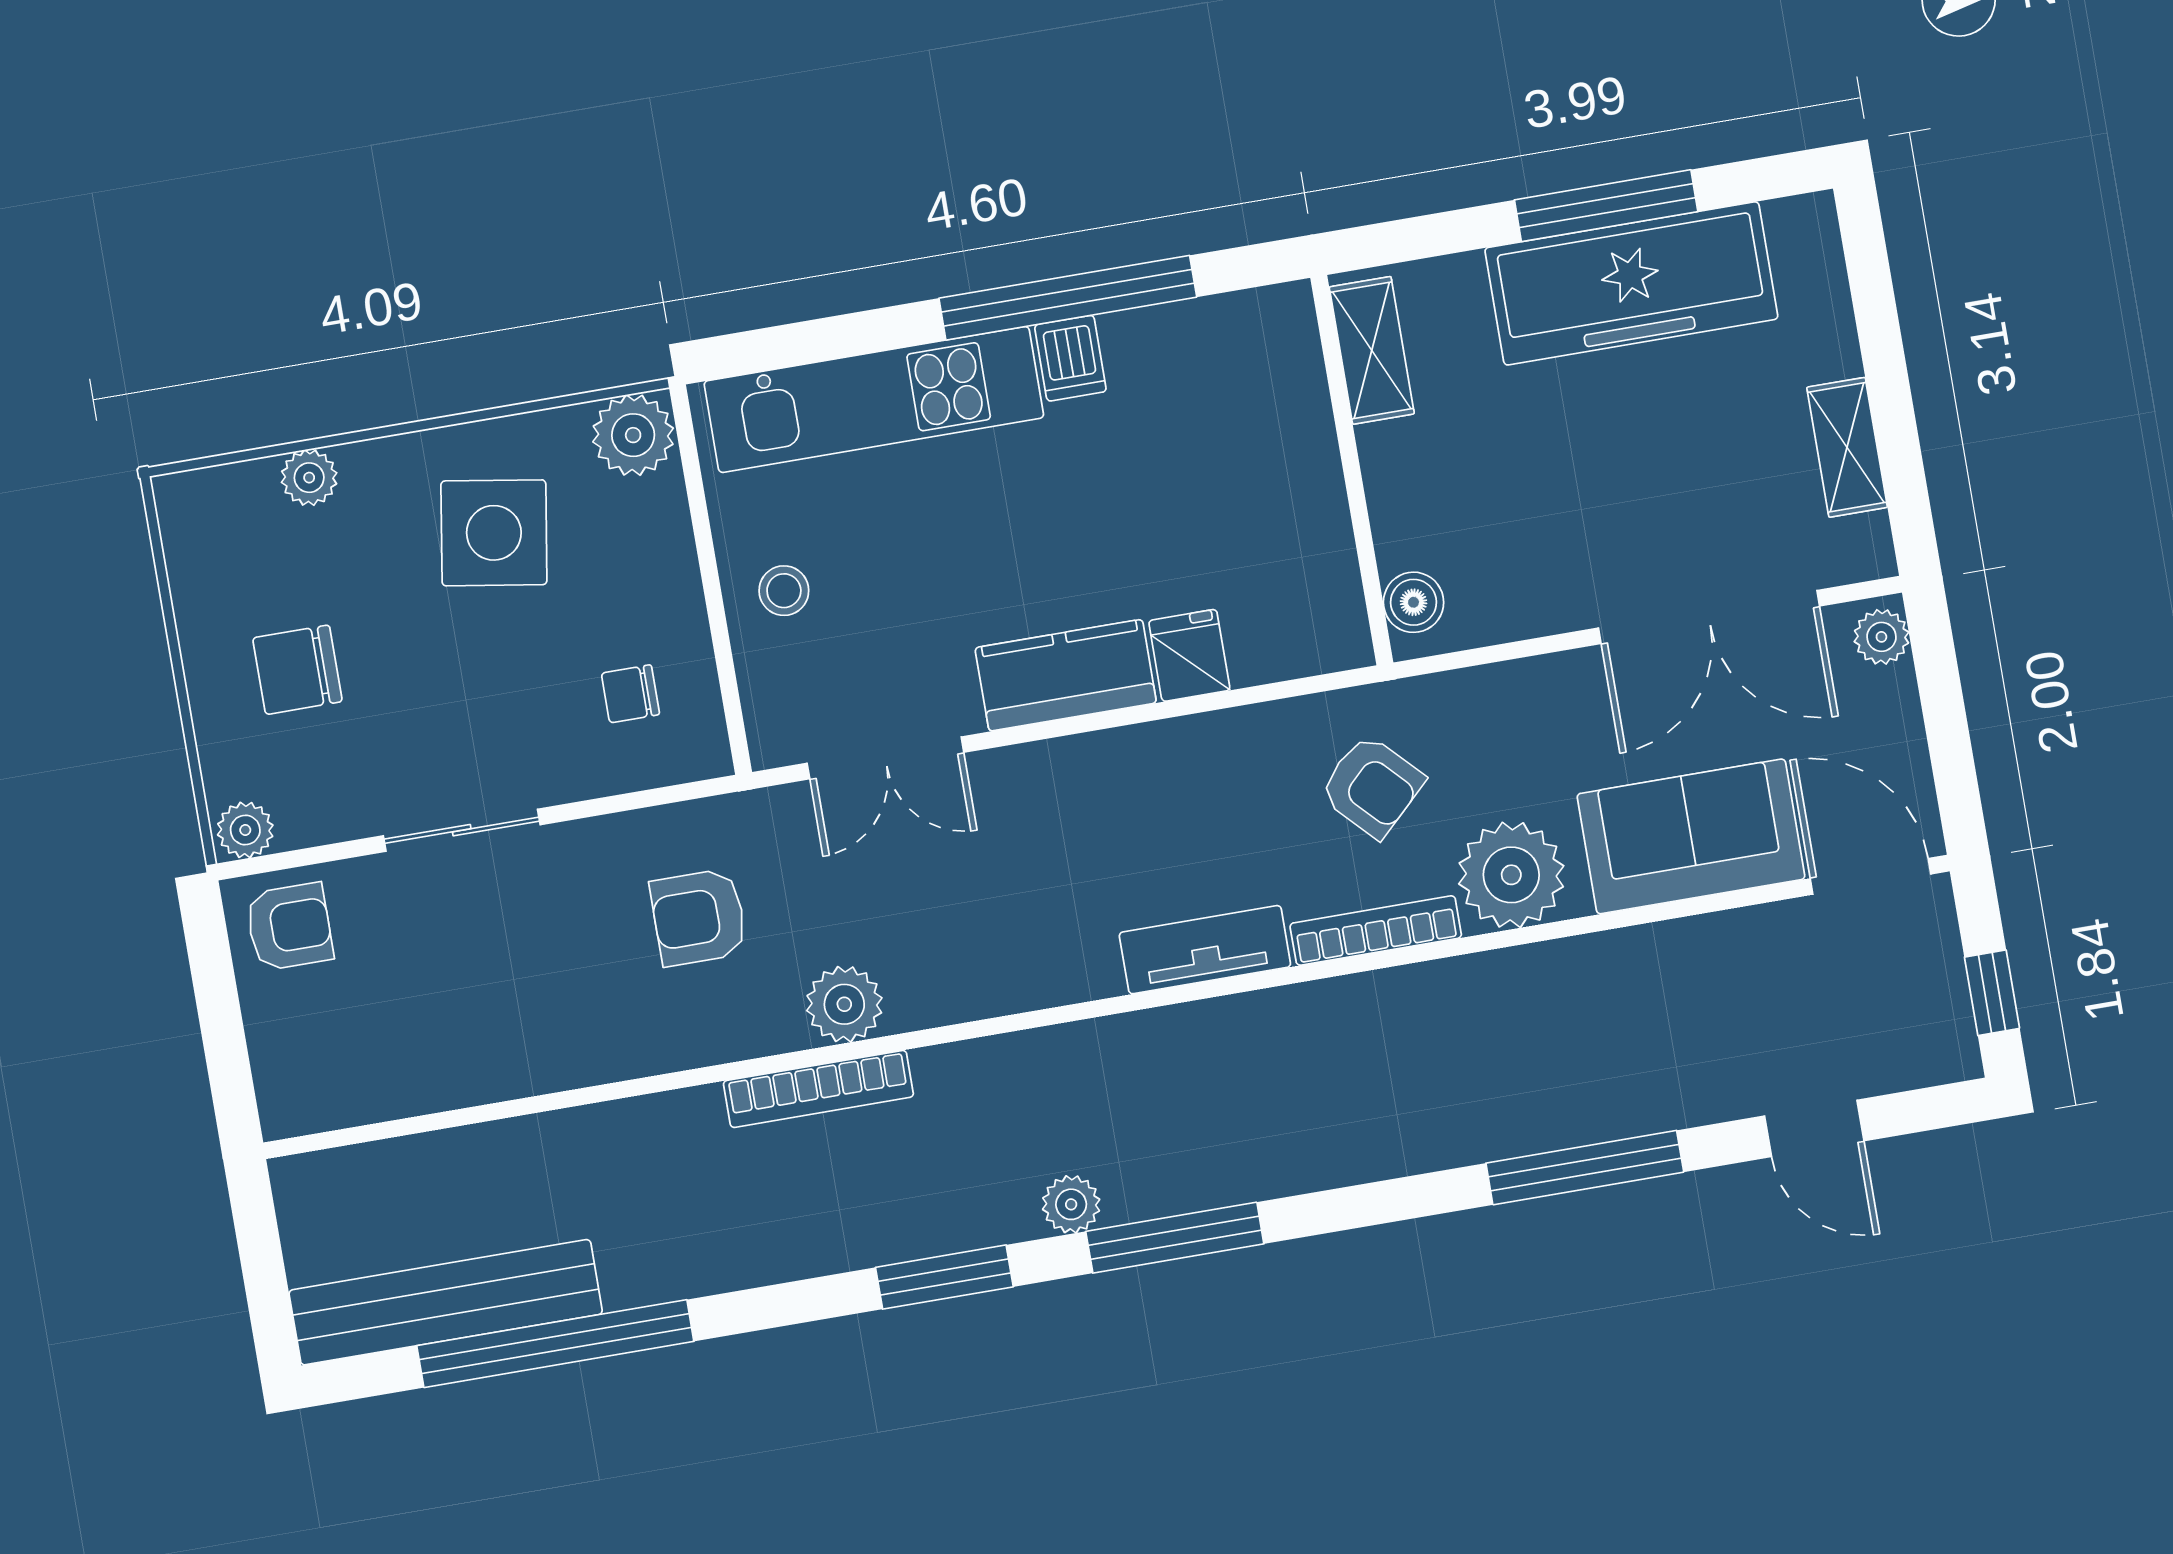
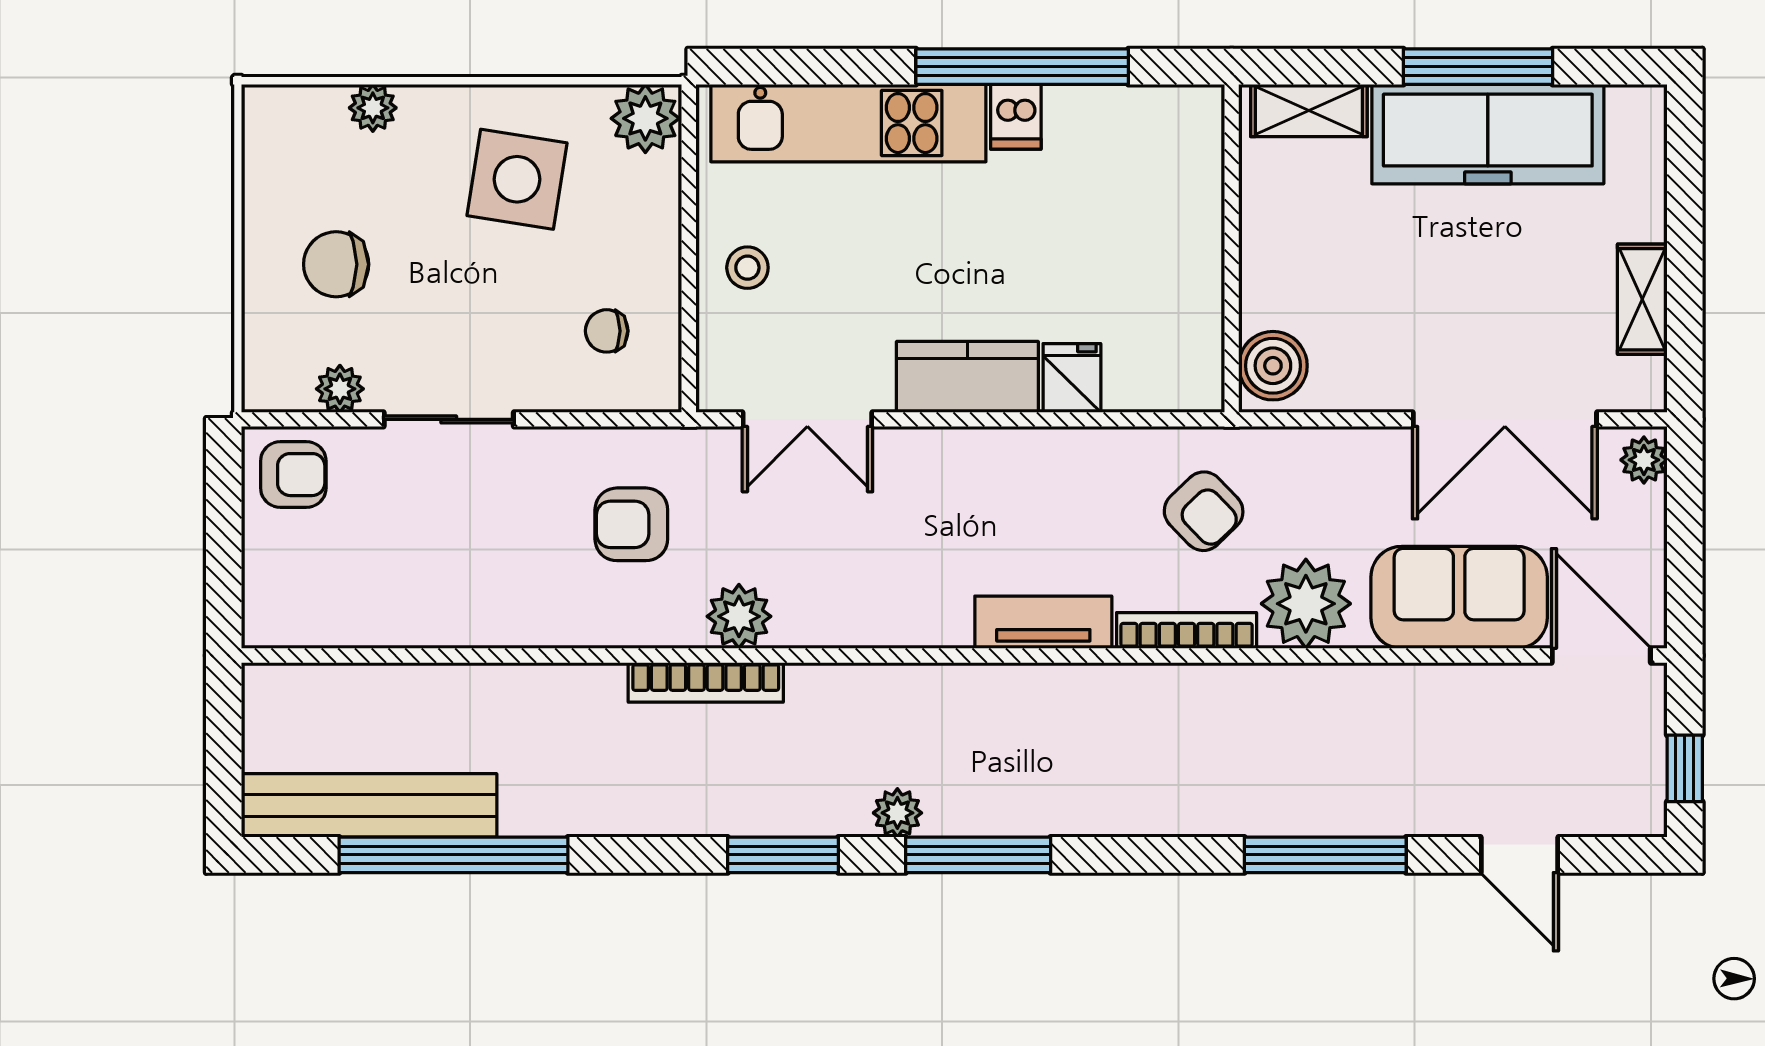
shelving: (1372, 350) -> (1309, 110), moved, turned 90
boiler: (1414, 602) -> (1273, 366), width x1.36, depth x1.36
plant: (245, 830) -> (340, 389), moved

